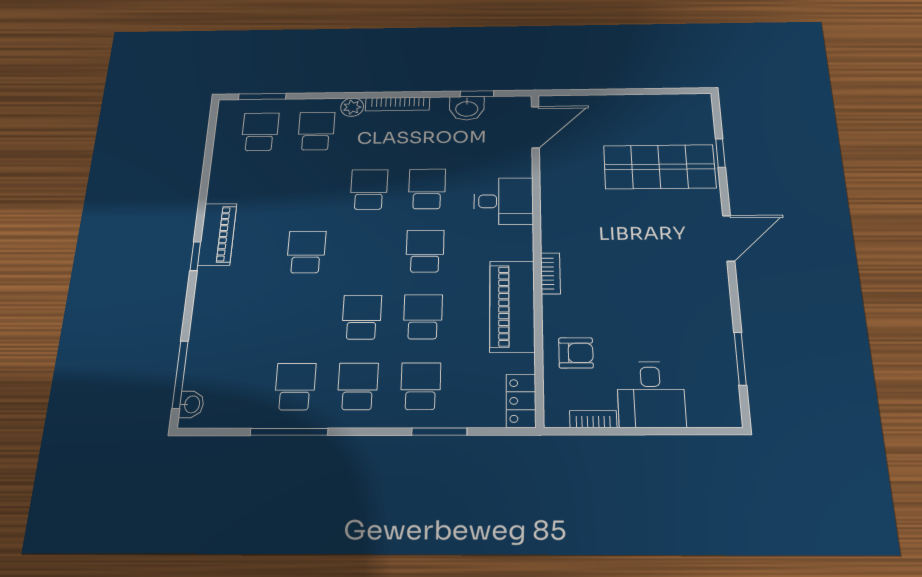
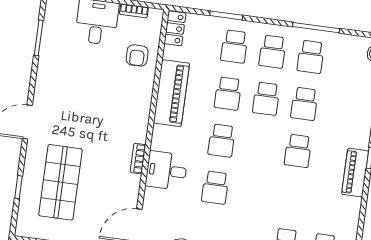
shop shelf: (659, 167) -> (60, 182), turned 90
school desk: (369, 189) -> (304, 104), moved
bookcase: (550, 273) -> (138, 159), moved
armchair: (576, 353) -> (137, 55), turned -90

